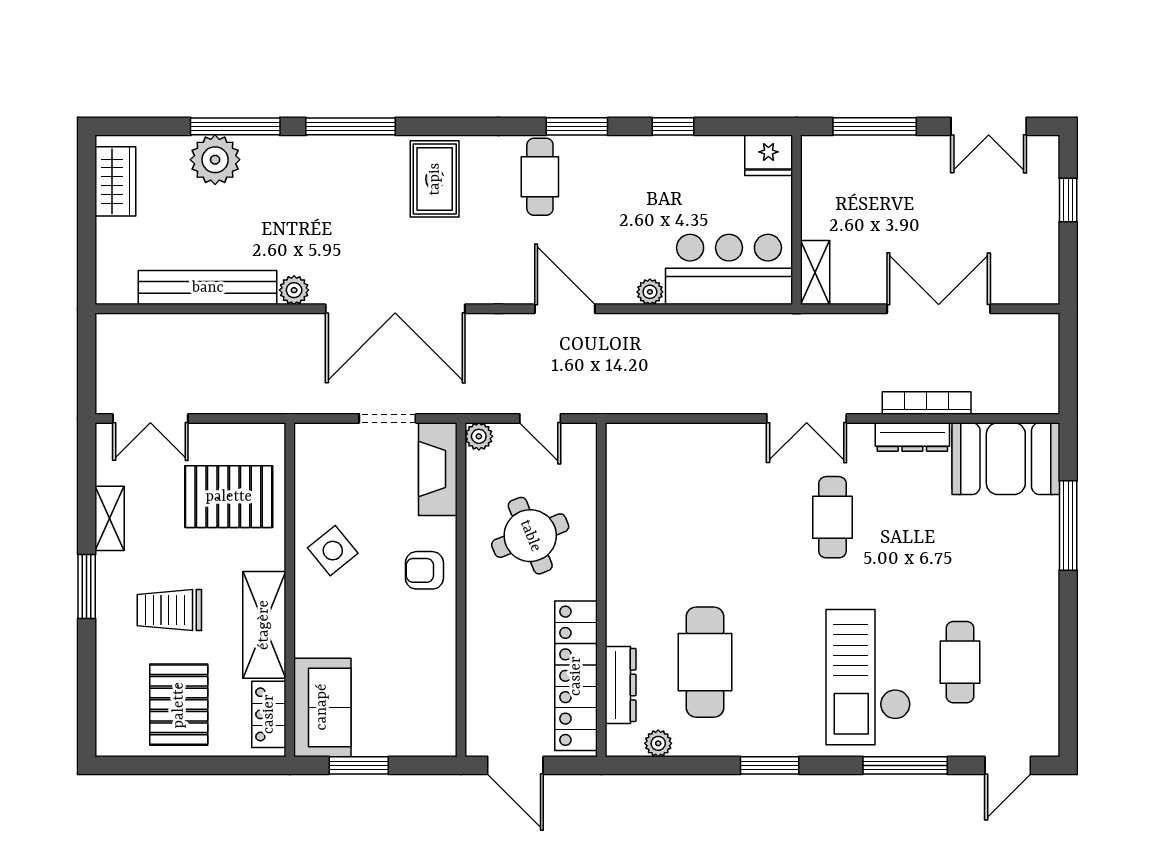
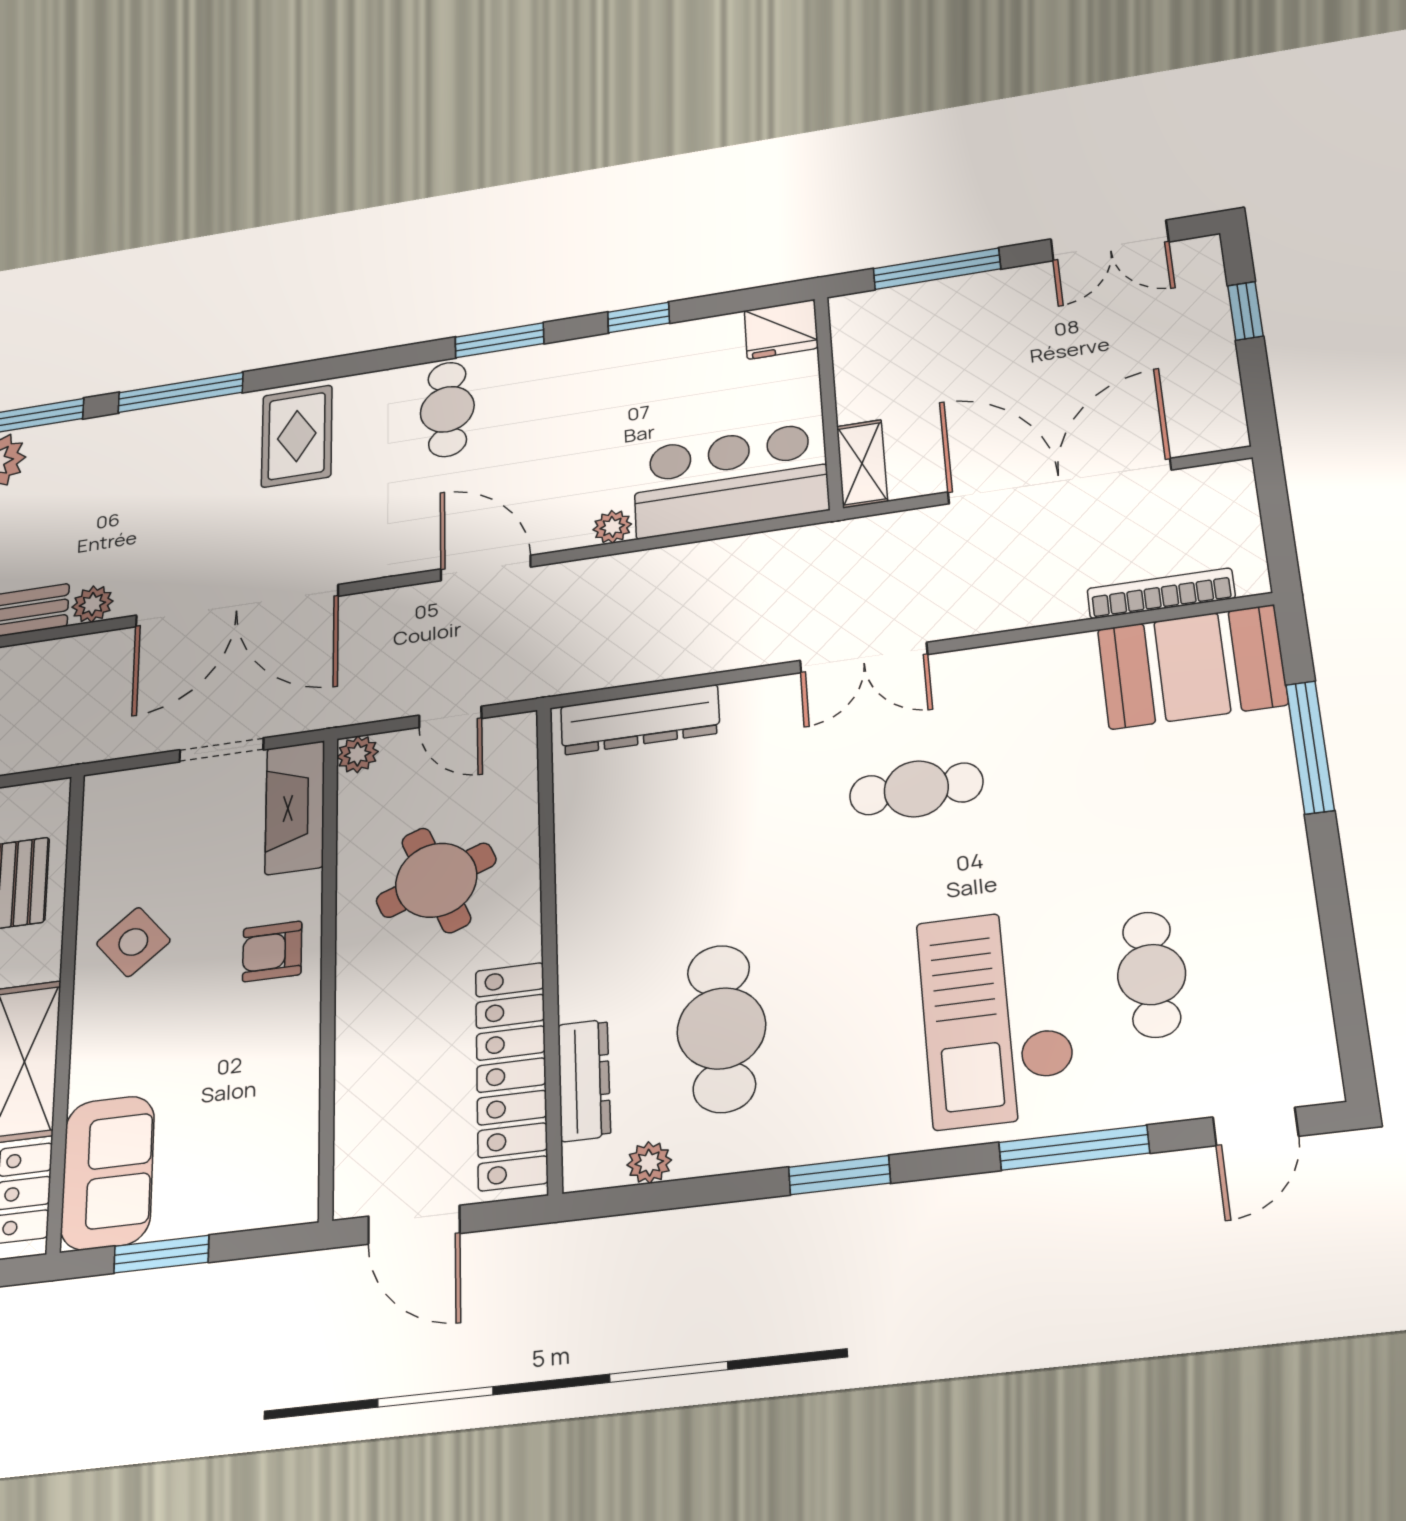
double door: (939, 309) -> (1059, 481), width x1.36
bookcase: (927, 403) -> (1161, 593), moved
dresser: (912, 437) -> (640, 720), moved, width x1.37, depth x1.24
cafe table: (833, 517) -> (916, 789), turned 90

